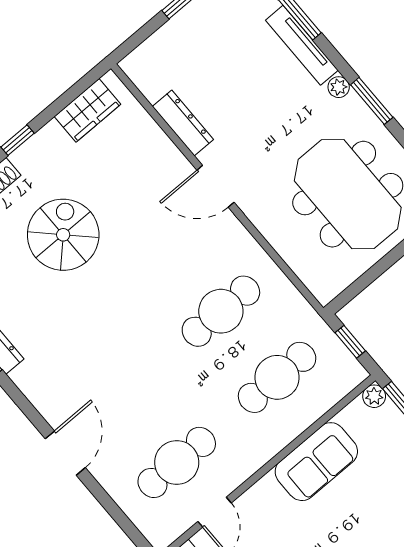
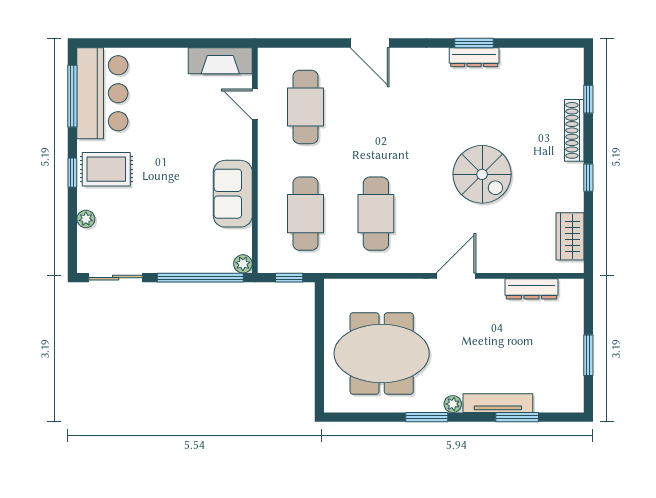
dresser: (183, 123) -> (532, 289), moved
spiral stairs: (63, 235) -> (482, 174), moved

